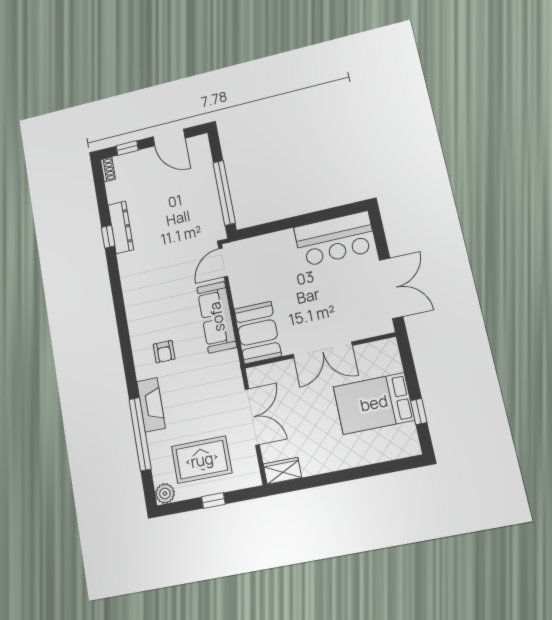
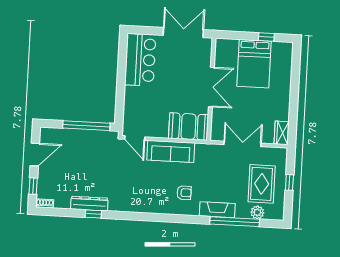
plant: (165, 493) -> (257, 212), moved

